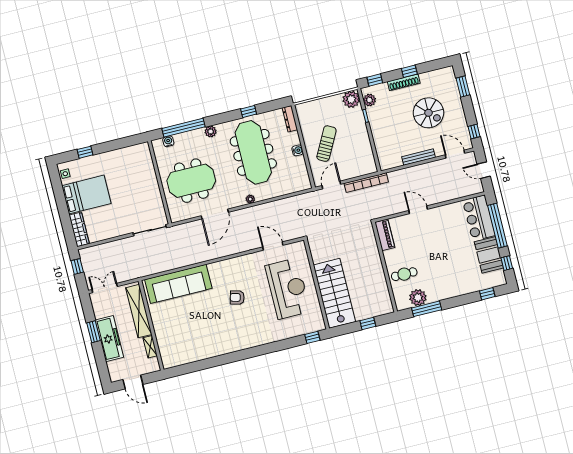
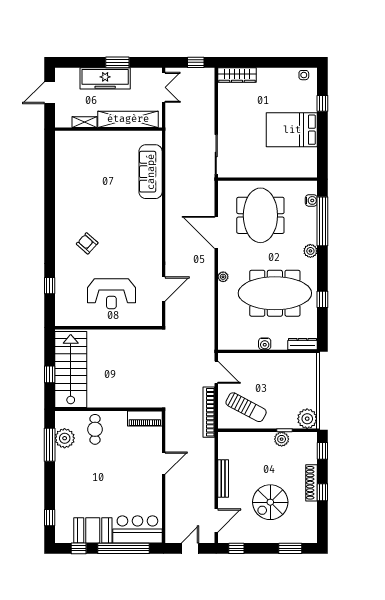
plant: (369, 100) -> (282, 439), moved
sun lounger: (326, 144) -> (246, 407), moved
bed: (86, 195) -> (292, 130), moved, turned 90
sofa: (178, 284) -> (151, 172), width x0.74, depth x0.79
reception desk: (288, 289) -> (111, 294), width x0.74, depth x0.77
stairs: (334, 293) -> (71, 369), moved, turned -90
armchair: (237, 297) -> (87, 243), moved, turned -63
window: (312, 337) -> (50, 286), moved

